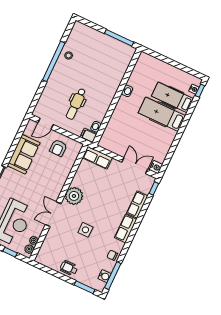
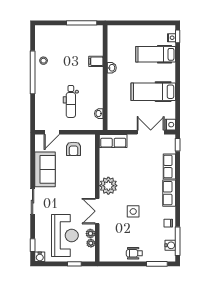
hospital bed: (162, 114) -> (153, 92), moved
filing cabinet: (89, 136) -> (96, 61), moved
plant: (29, 249) -> (90, 234), moved

